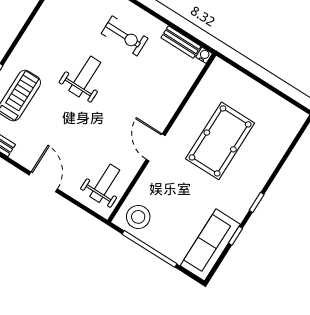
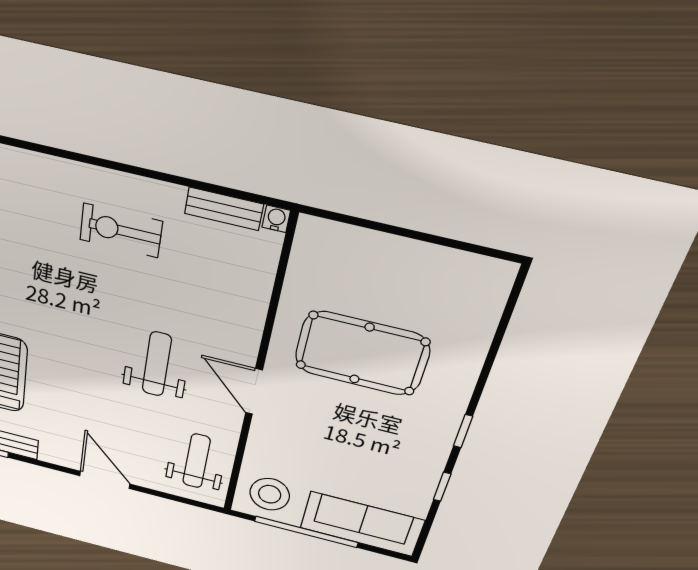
exercise bike: (125, 36) -> (121, 230), turned 180
weight bench: (85, 77) -> (157, 364), moved
pool table: (220, 141) -> (362, 353), turned 90
sofa: (210, 245) -> (362, 524), moved, turned 90

